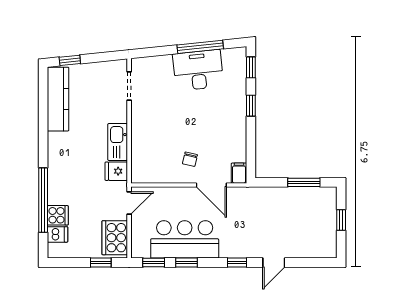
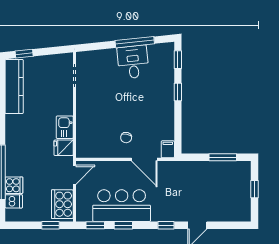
desk: (198, 70) -> (133, 62), width x0.73
kitchen sink: (118, 142) -> (65, 127), width x0.73

